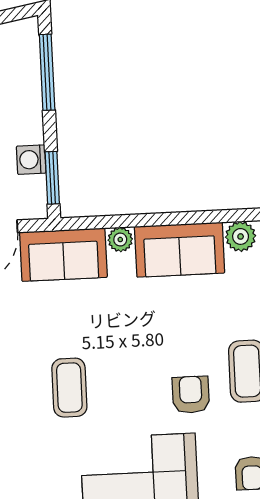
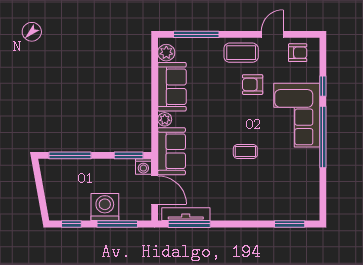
washing machine: (31, 160) -> (143, 166), moved
coffee table: (69, 388) -> (245, 152), width x0.73, depth x0.77

